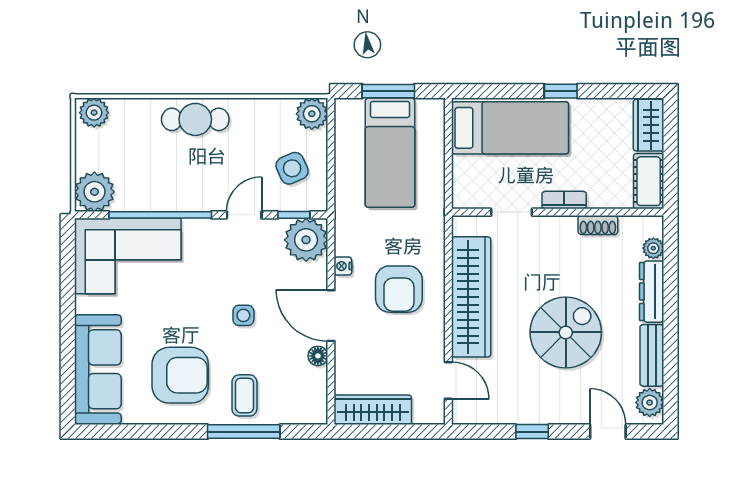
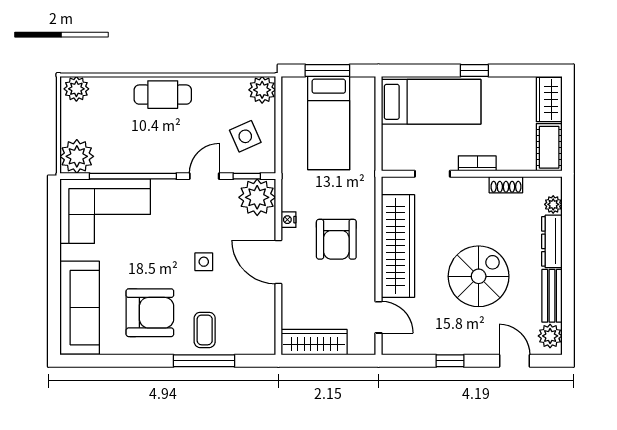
floor lamp: (318, 356) -> (267, 296), removed

